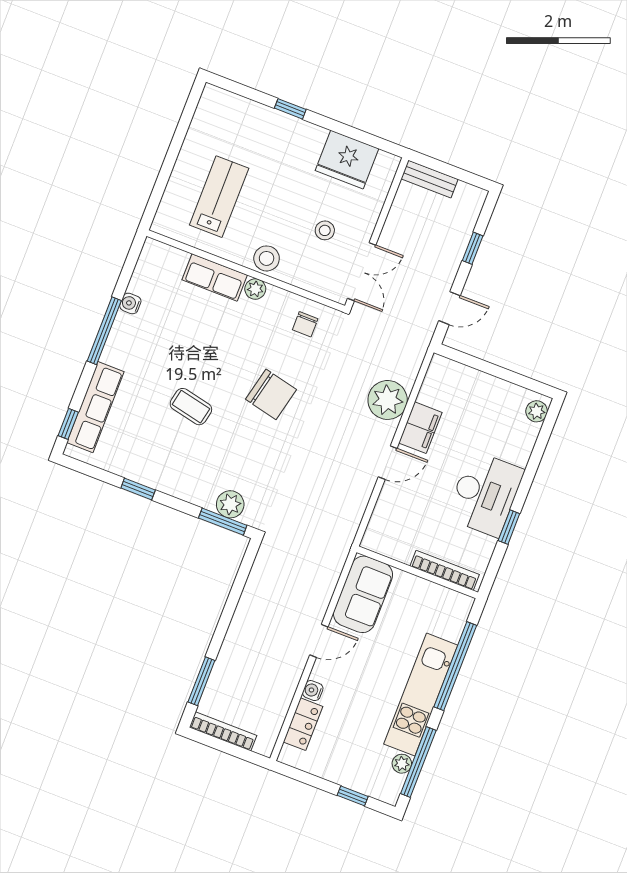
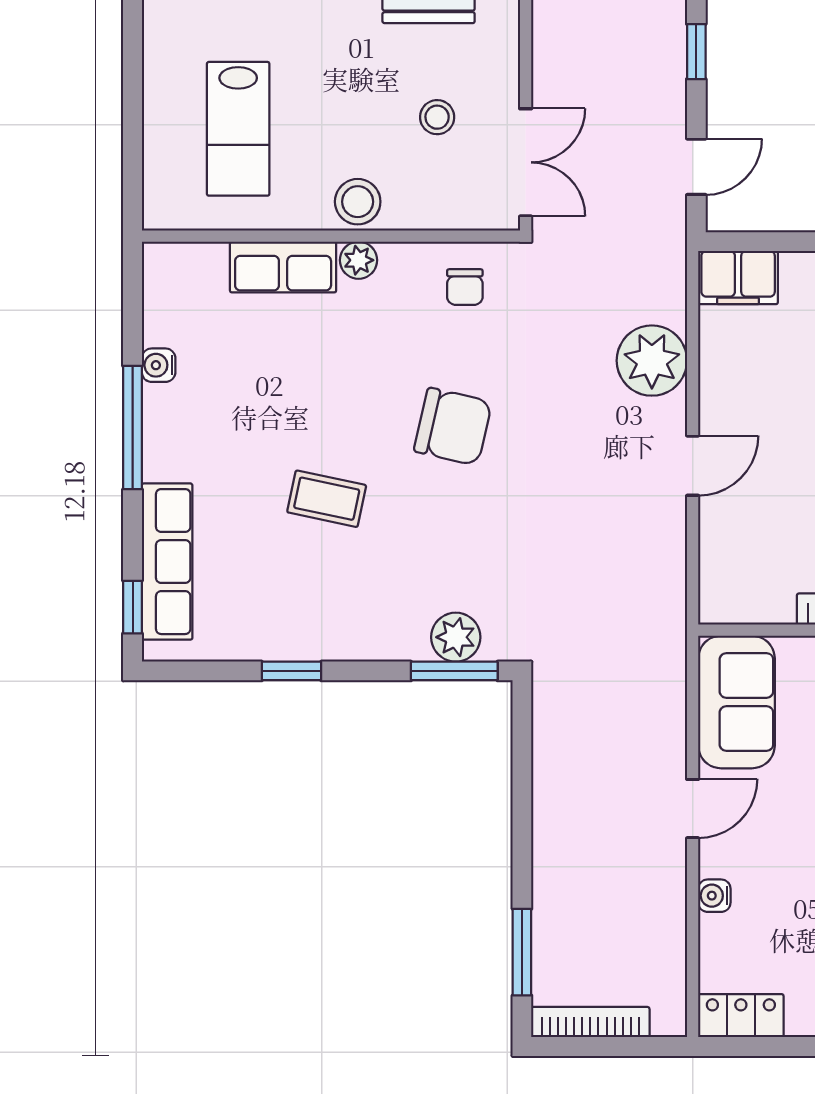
lab bench: (219, 197) -> (238, 129), turned 180
filing cabinet: (420, 428) -> (738, 278), moved, turned 90
locker: (303, 724) -> (741, 1016), moved, turned -90

